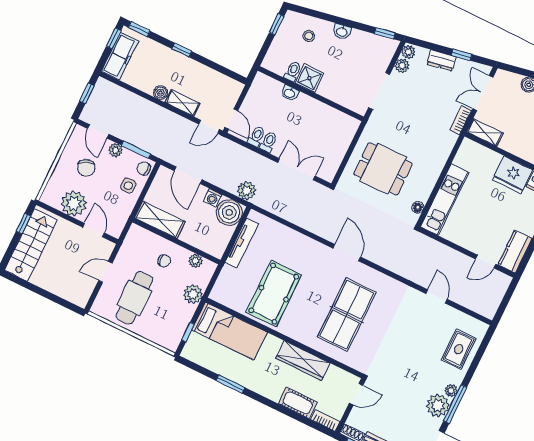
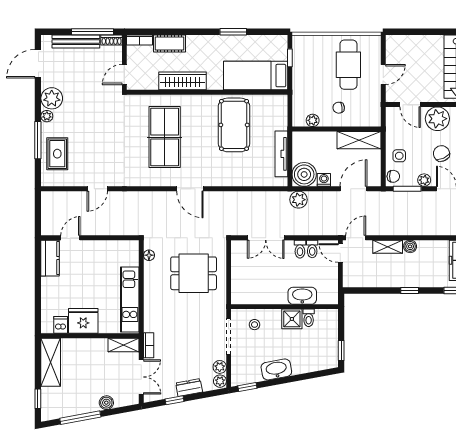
washbasin: (342, 32) -> (276, 369), width x1.91, depth x1.45
stool: (309, 36) -> (255, 325), moved
washbasin: (290, 93) -> (302, 296), width x1.91, depth x1.45
door: (188, 175) -> (353, 189), hinge flipped
kitchen unit: (445, 200) -> (130, 299), moved
plant: (193, 294) -> (301, 92), removed
door: (436, 296) -> (97, 189), hinge flipped
window: (455, 404) -> (38, 140), moved

